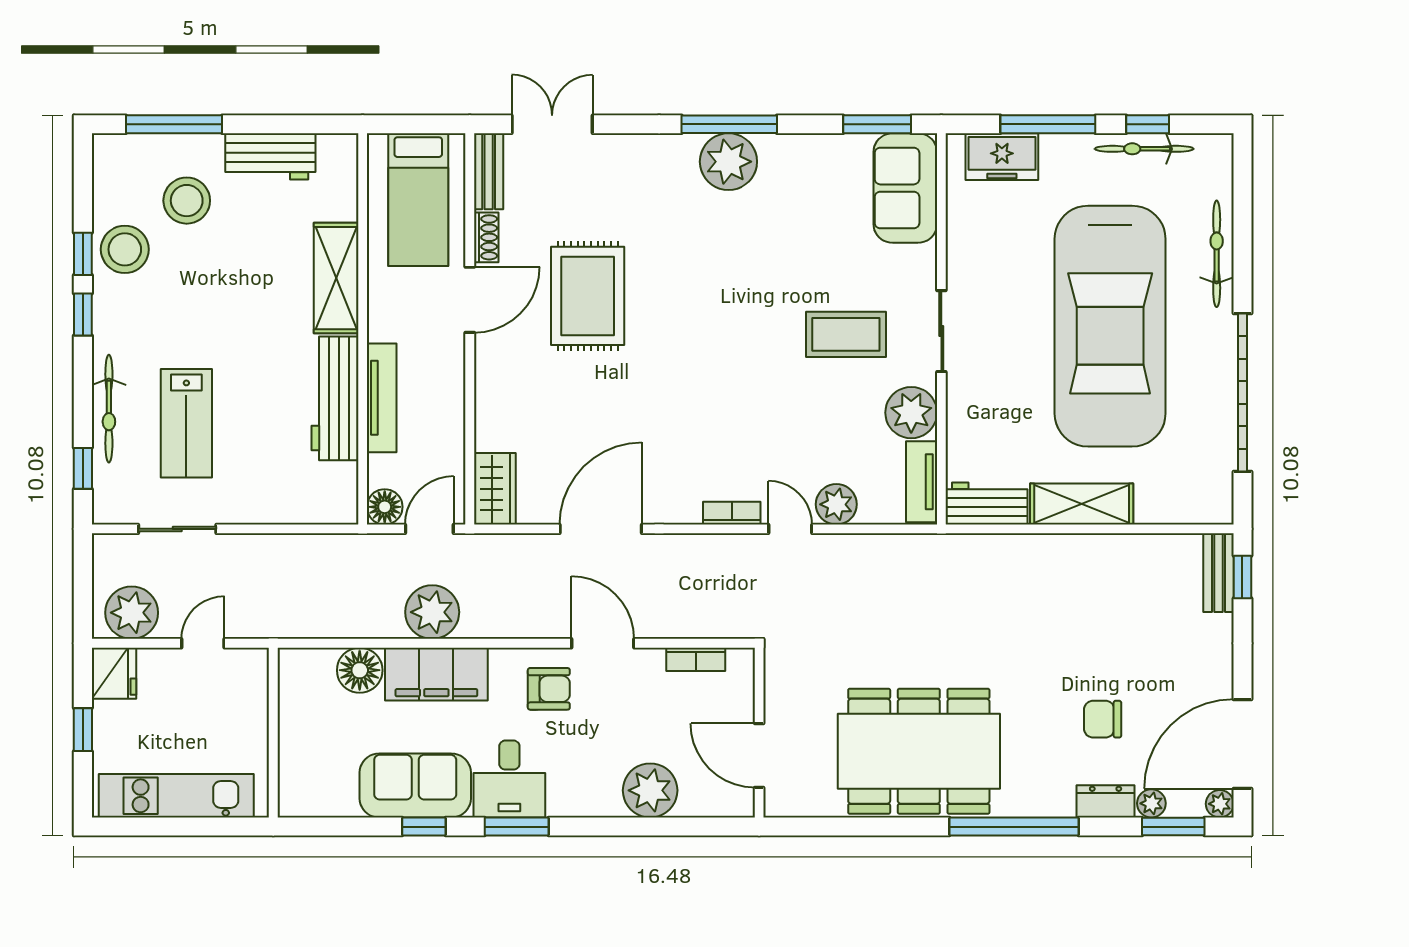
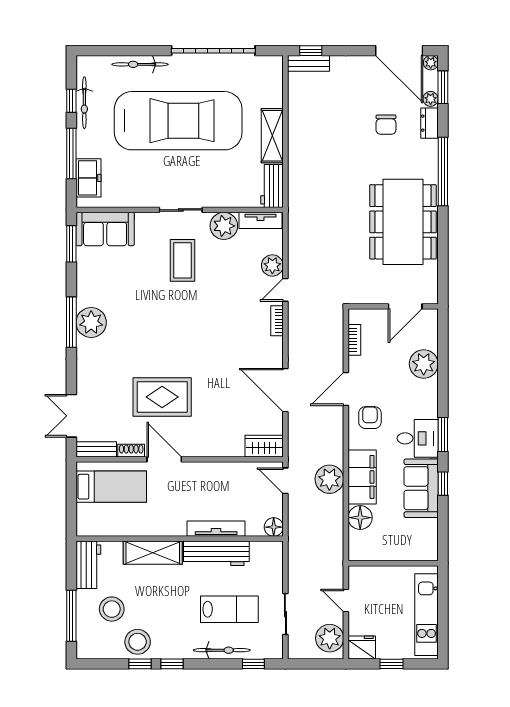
shelving: (336, 278) -> (153, 553), moved
wall: (363, 329) -> (180, 539), moved
workbench: (335, 398) -> (216, 553), moved
tv unit: (382, 398) -> (216, 529), moved
floor lamp: (385, 507) -> (274, 527), moved

